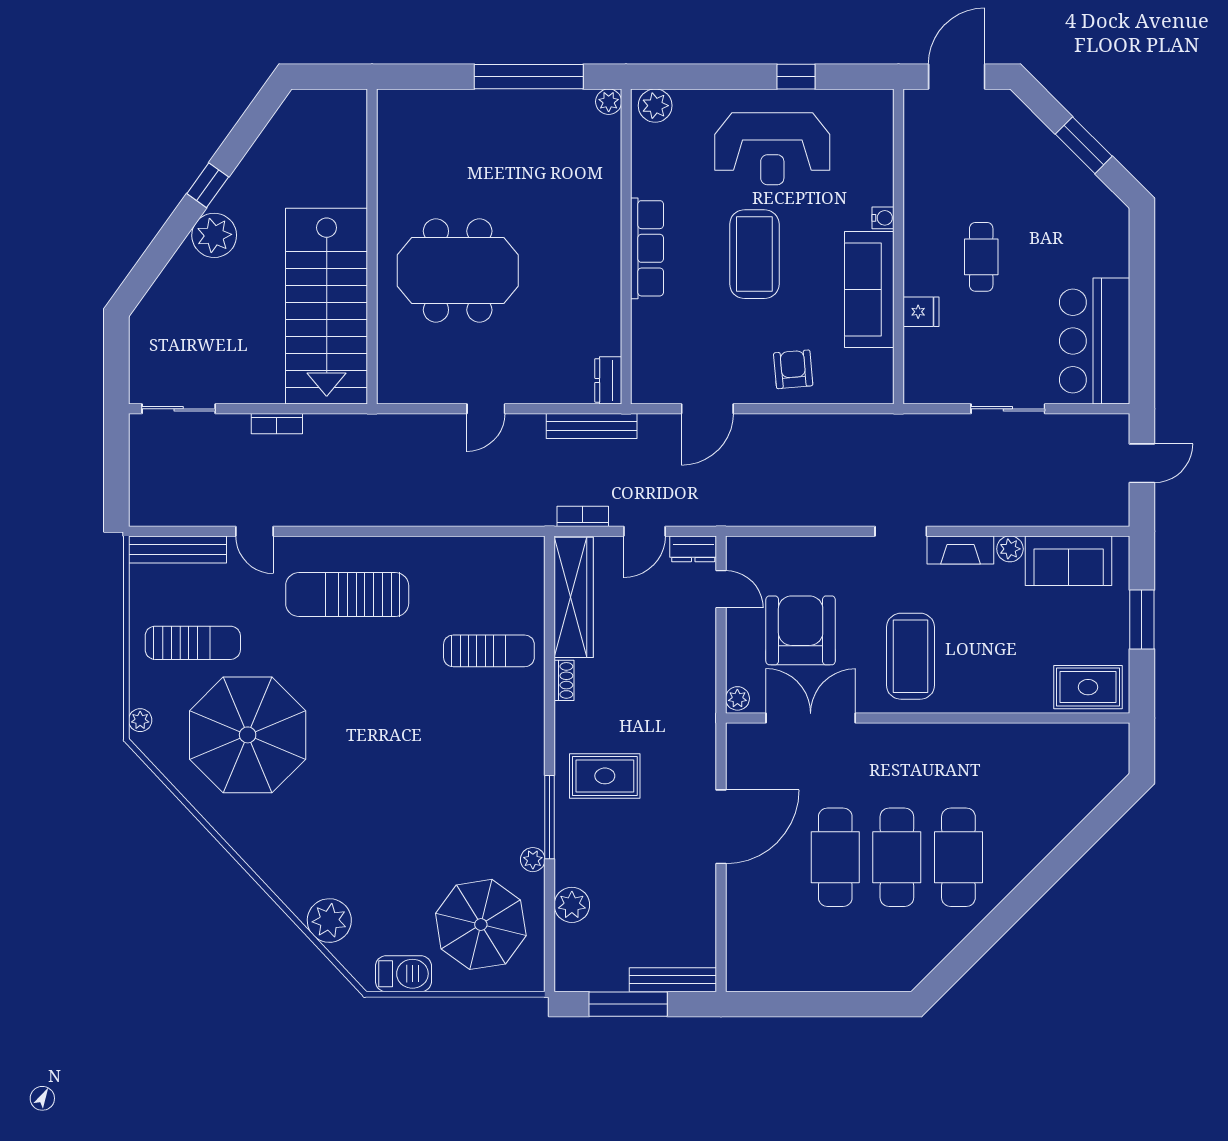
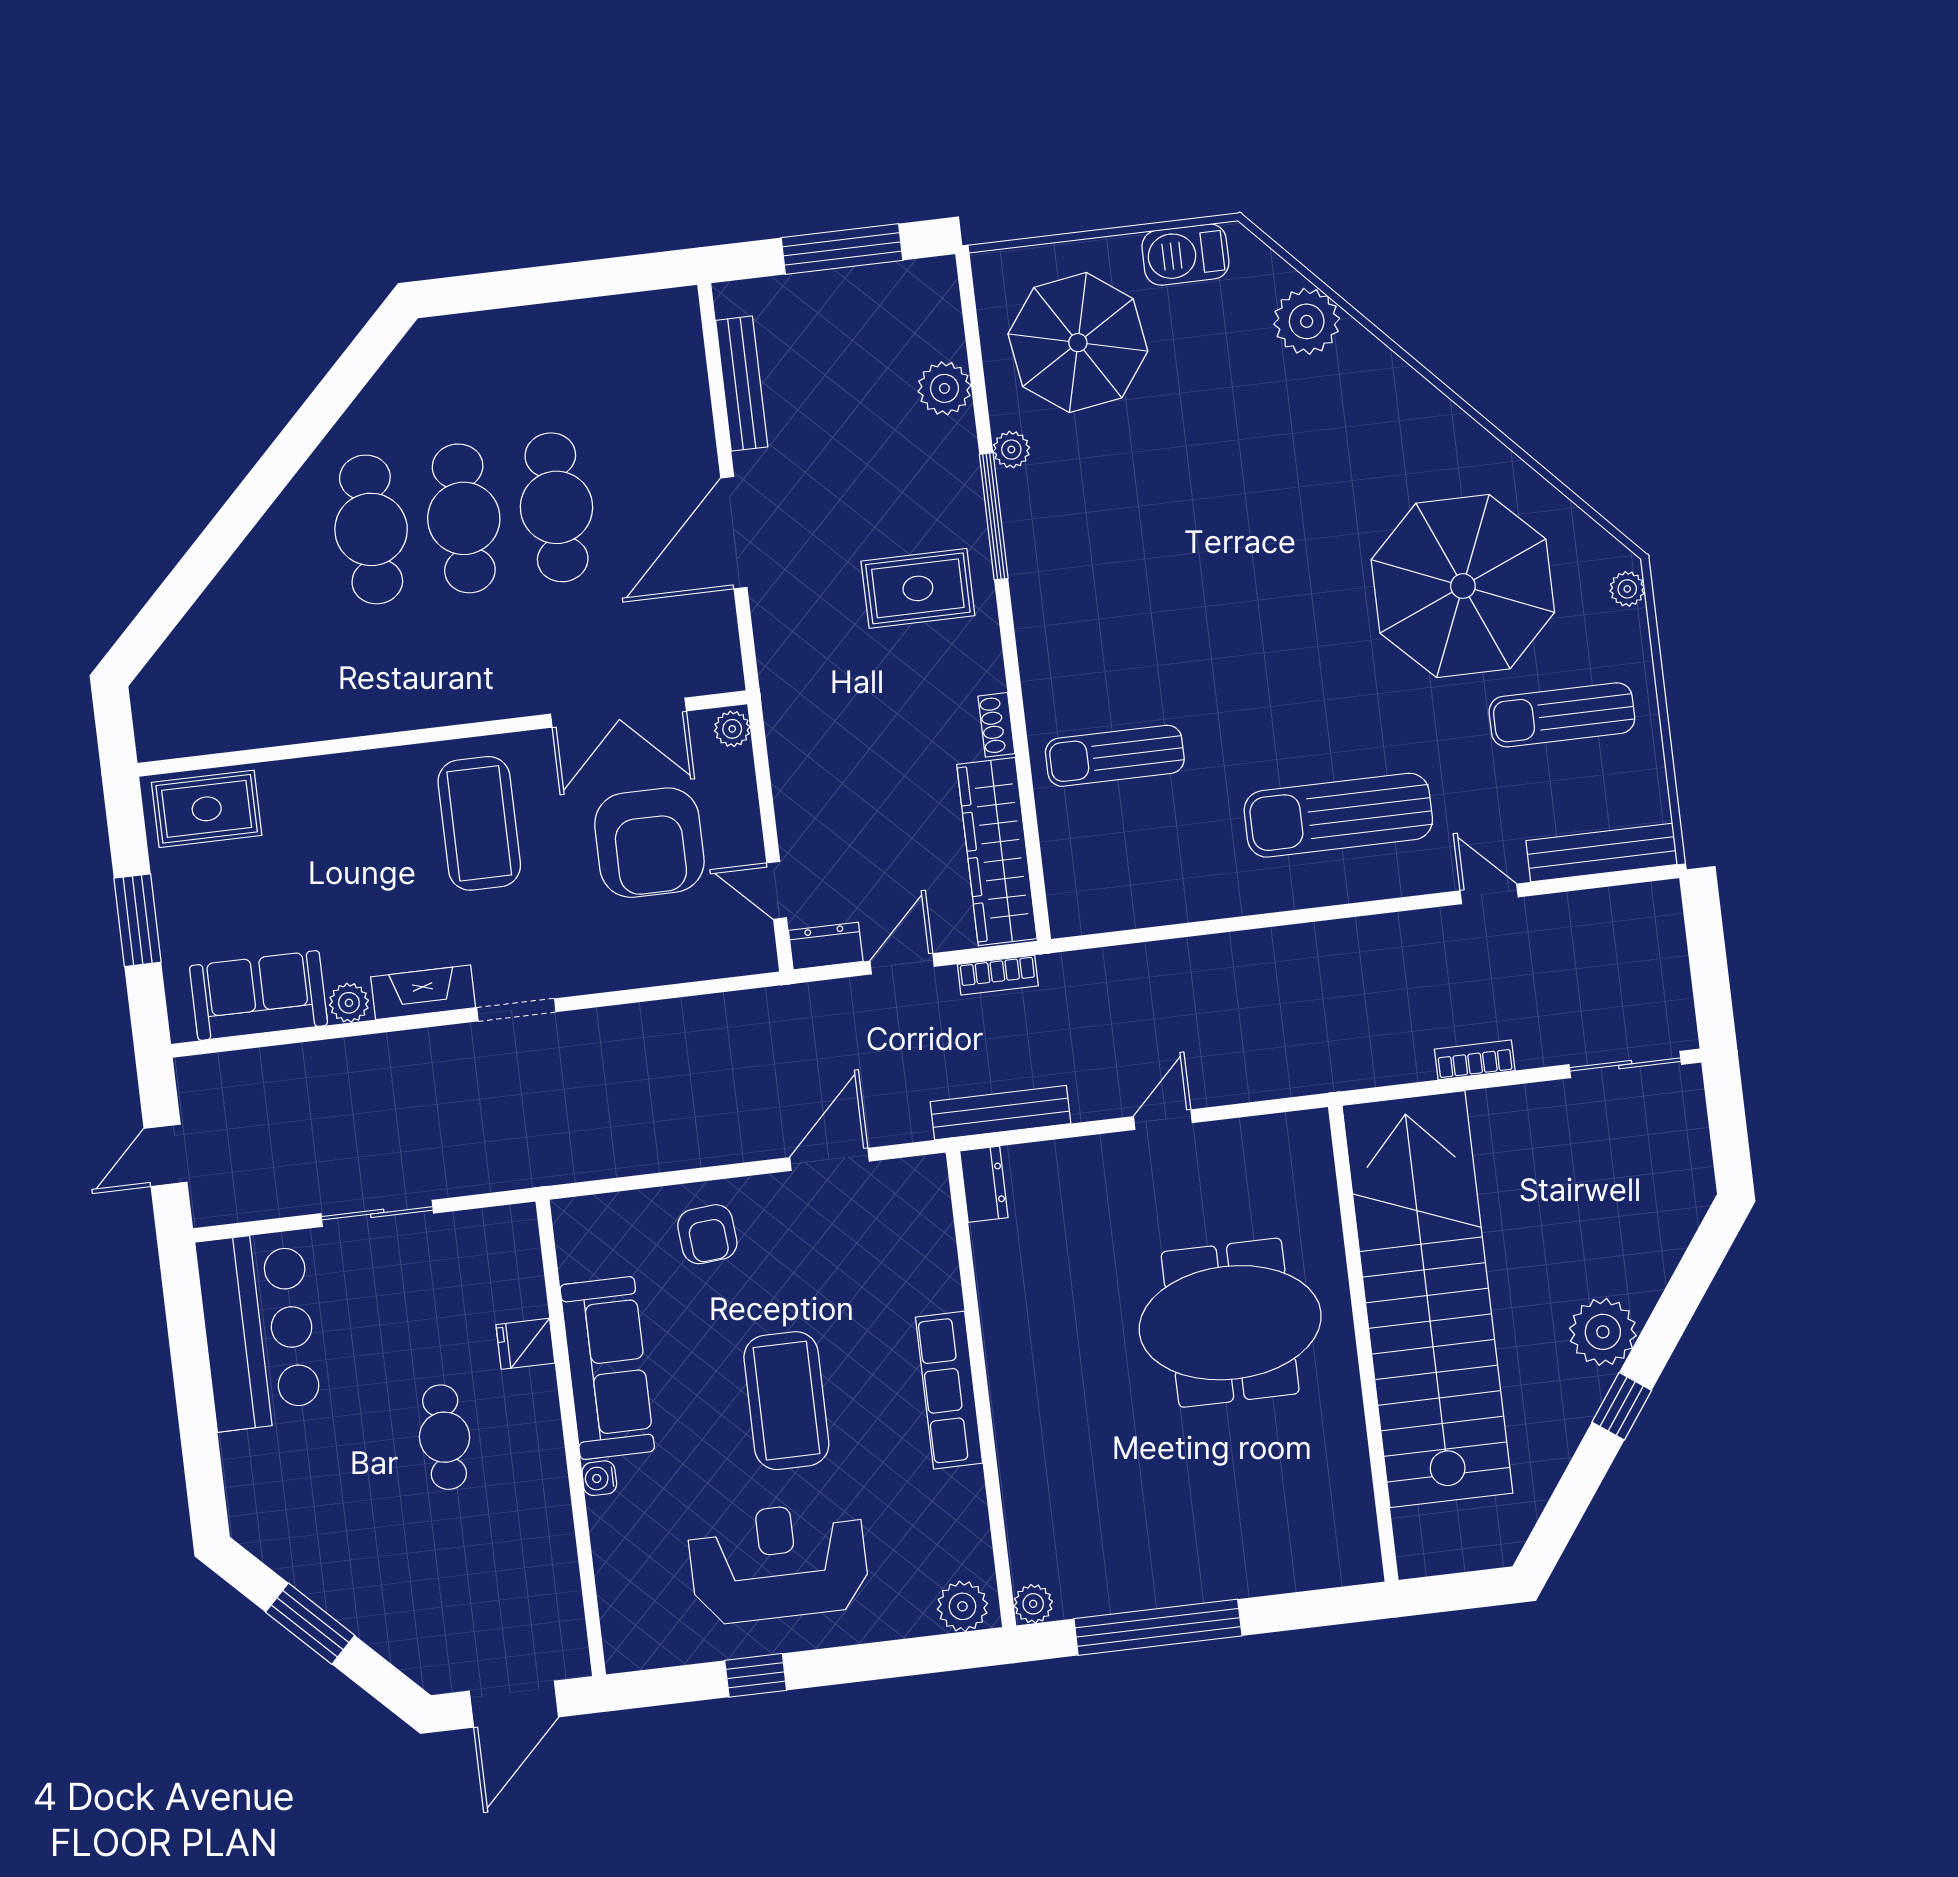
stairs: (327, 306) -> (1427, 1299), width x1.36
sun lounger: (347, 595) -> (1338, 815), turned 180
bench: (673, 980) -> (742, 384), moved, turned 90

